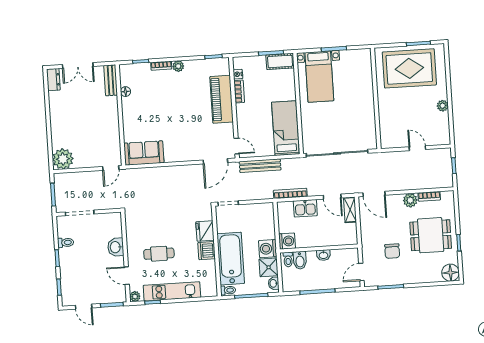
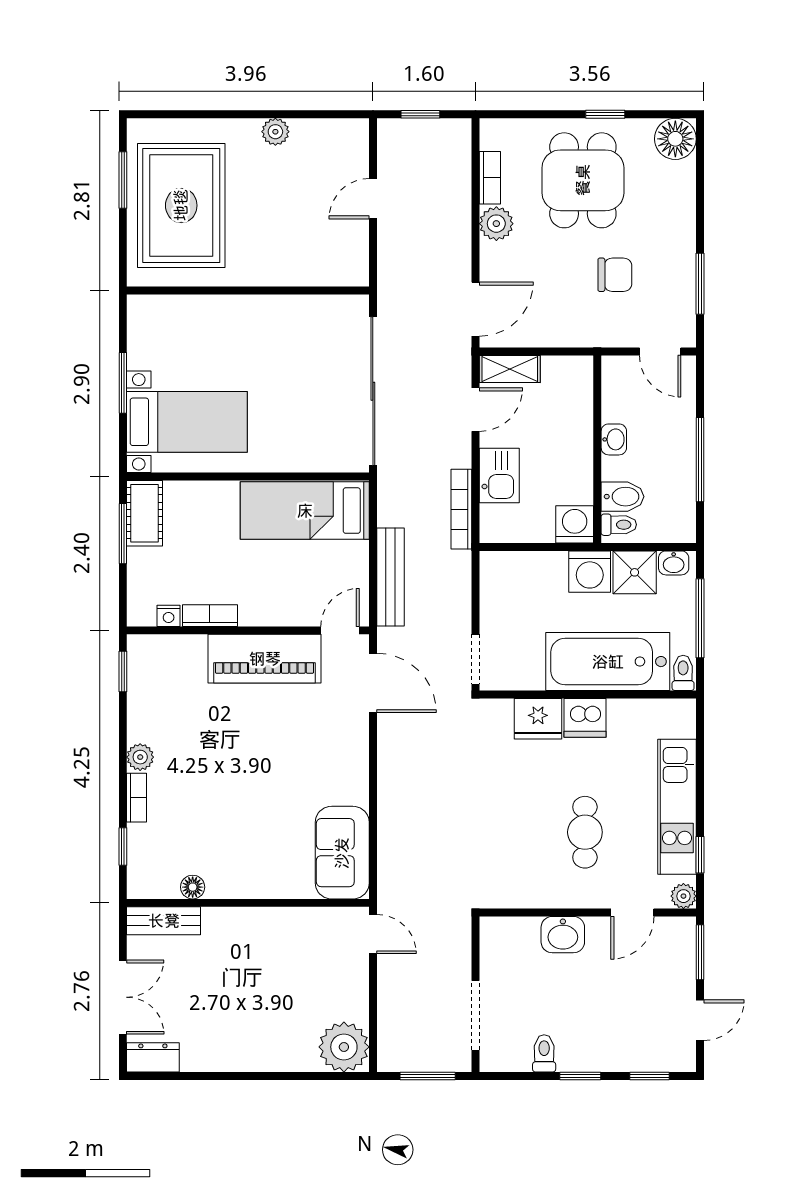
piano: (222, 99) -> (265, 659), moved

